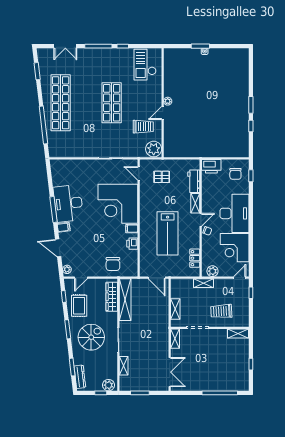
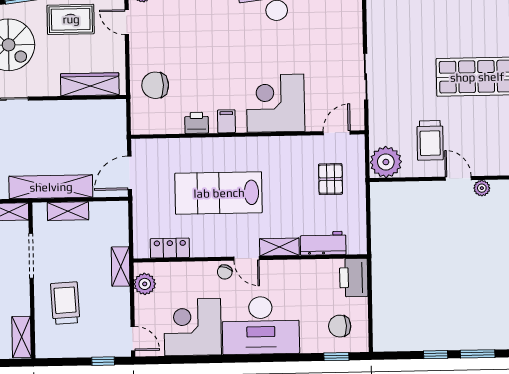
corner desk: (118, 204) -> (276, 103), width x0.74, depth x0.74
shelving: (125, 300) -> (51, 187), moved

